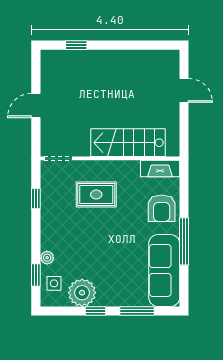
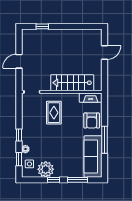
door: (184, 90) -> (105, 52), hinge flipped
rug: (96, 194) -> (54, 113), turned 90
window: (36, 198) -> (19, 135), moved

